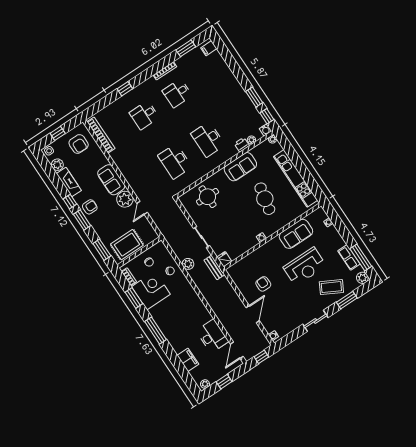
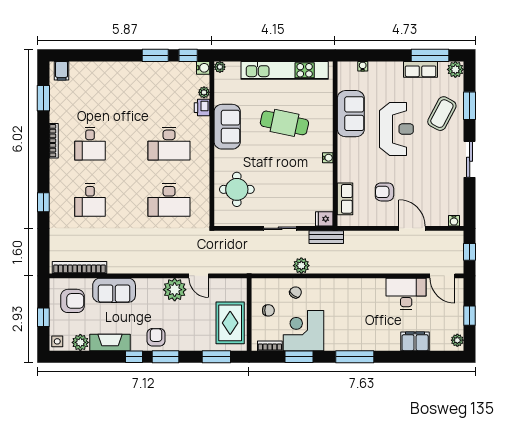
sofa: (111, 180) -> (114, 290), moved
row of seats: (244, 264) -> (345, 199), added

